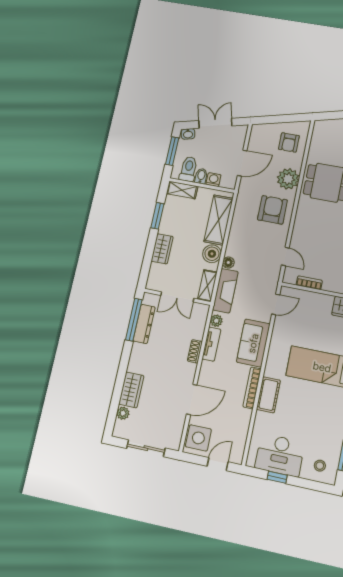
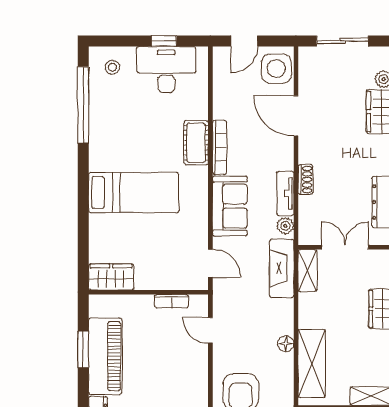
boiler: (212, 254) -> (311, 315), removed
floor lamp: (228, 263) -> (286, 344), moved
door: (276, 304) -> (210, 263), swing flipped
door: (192, 400) -> (296, 116), hinge flipped

